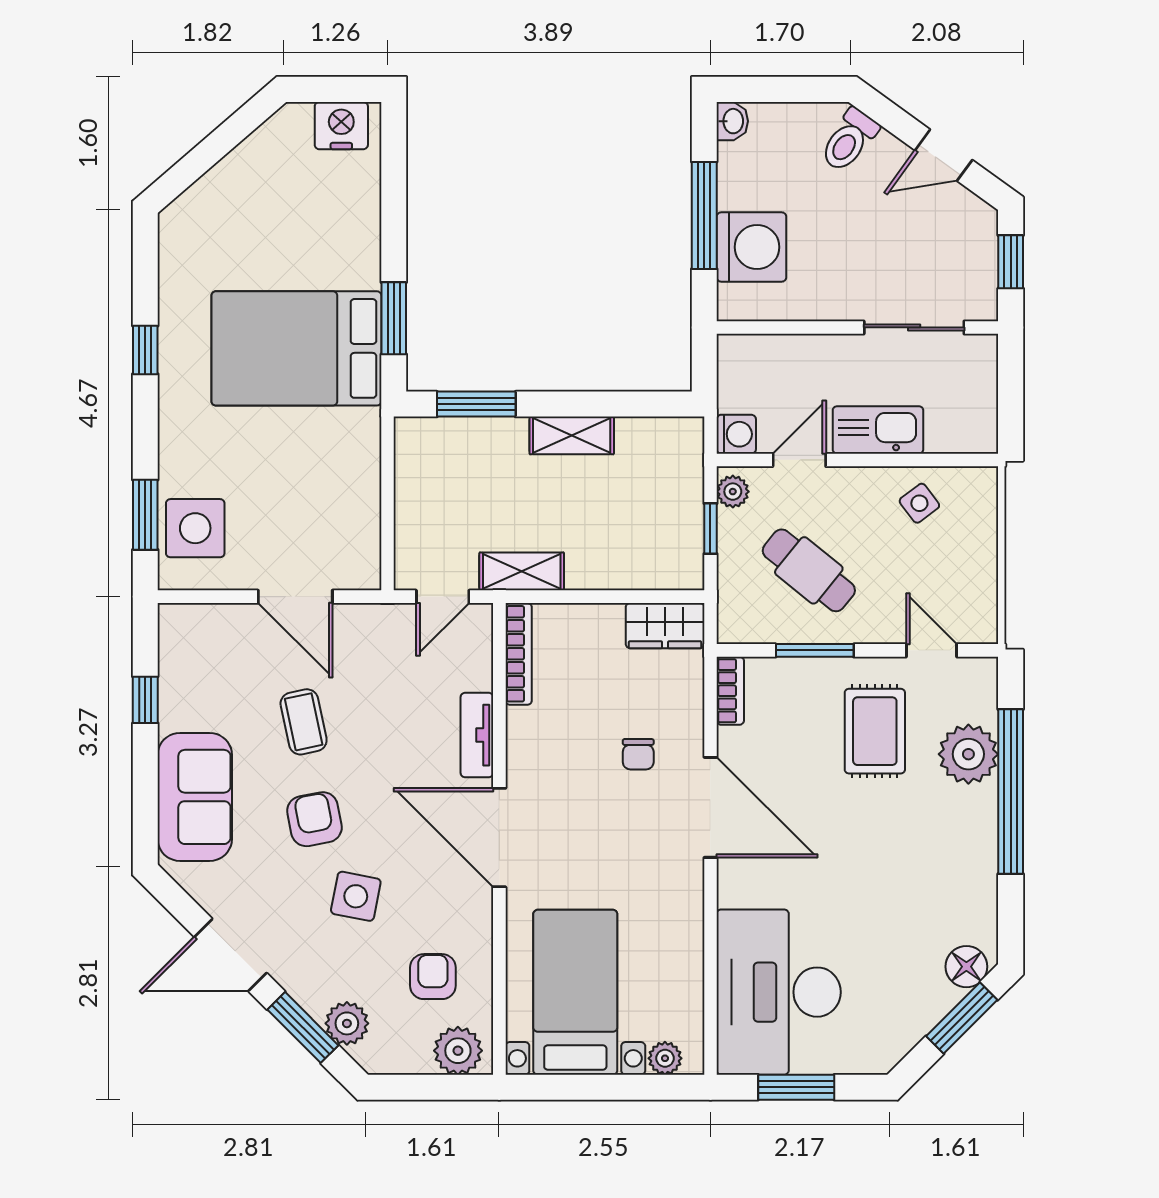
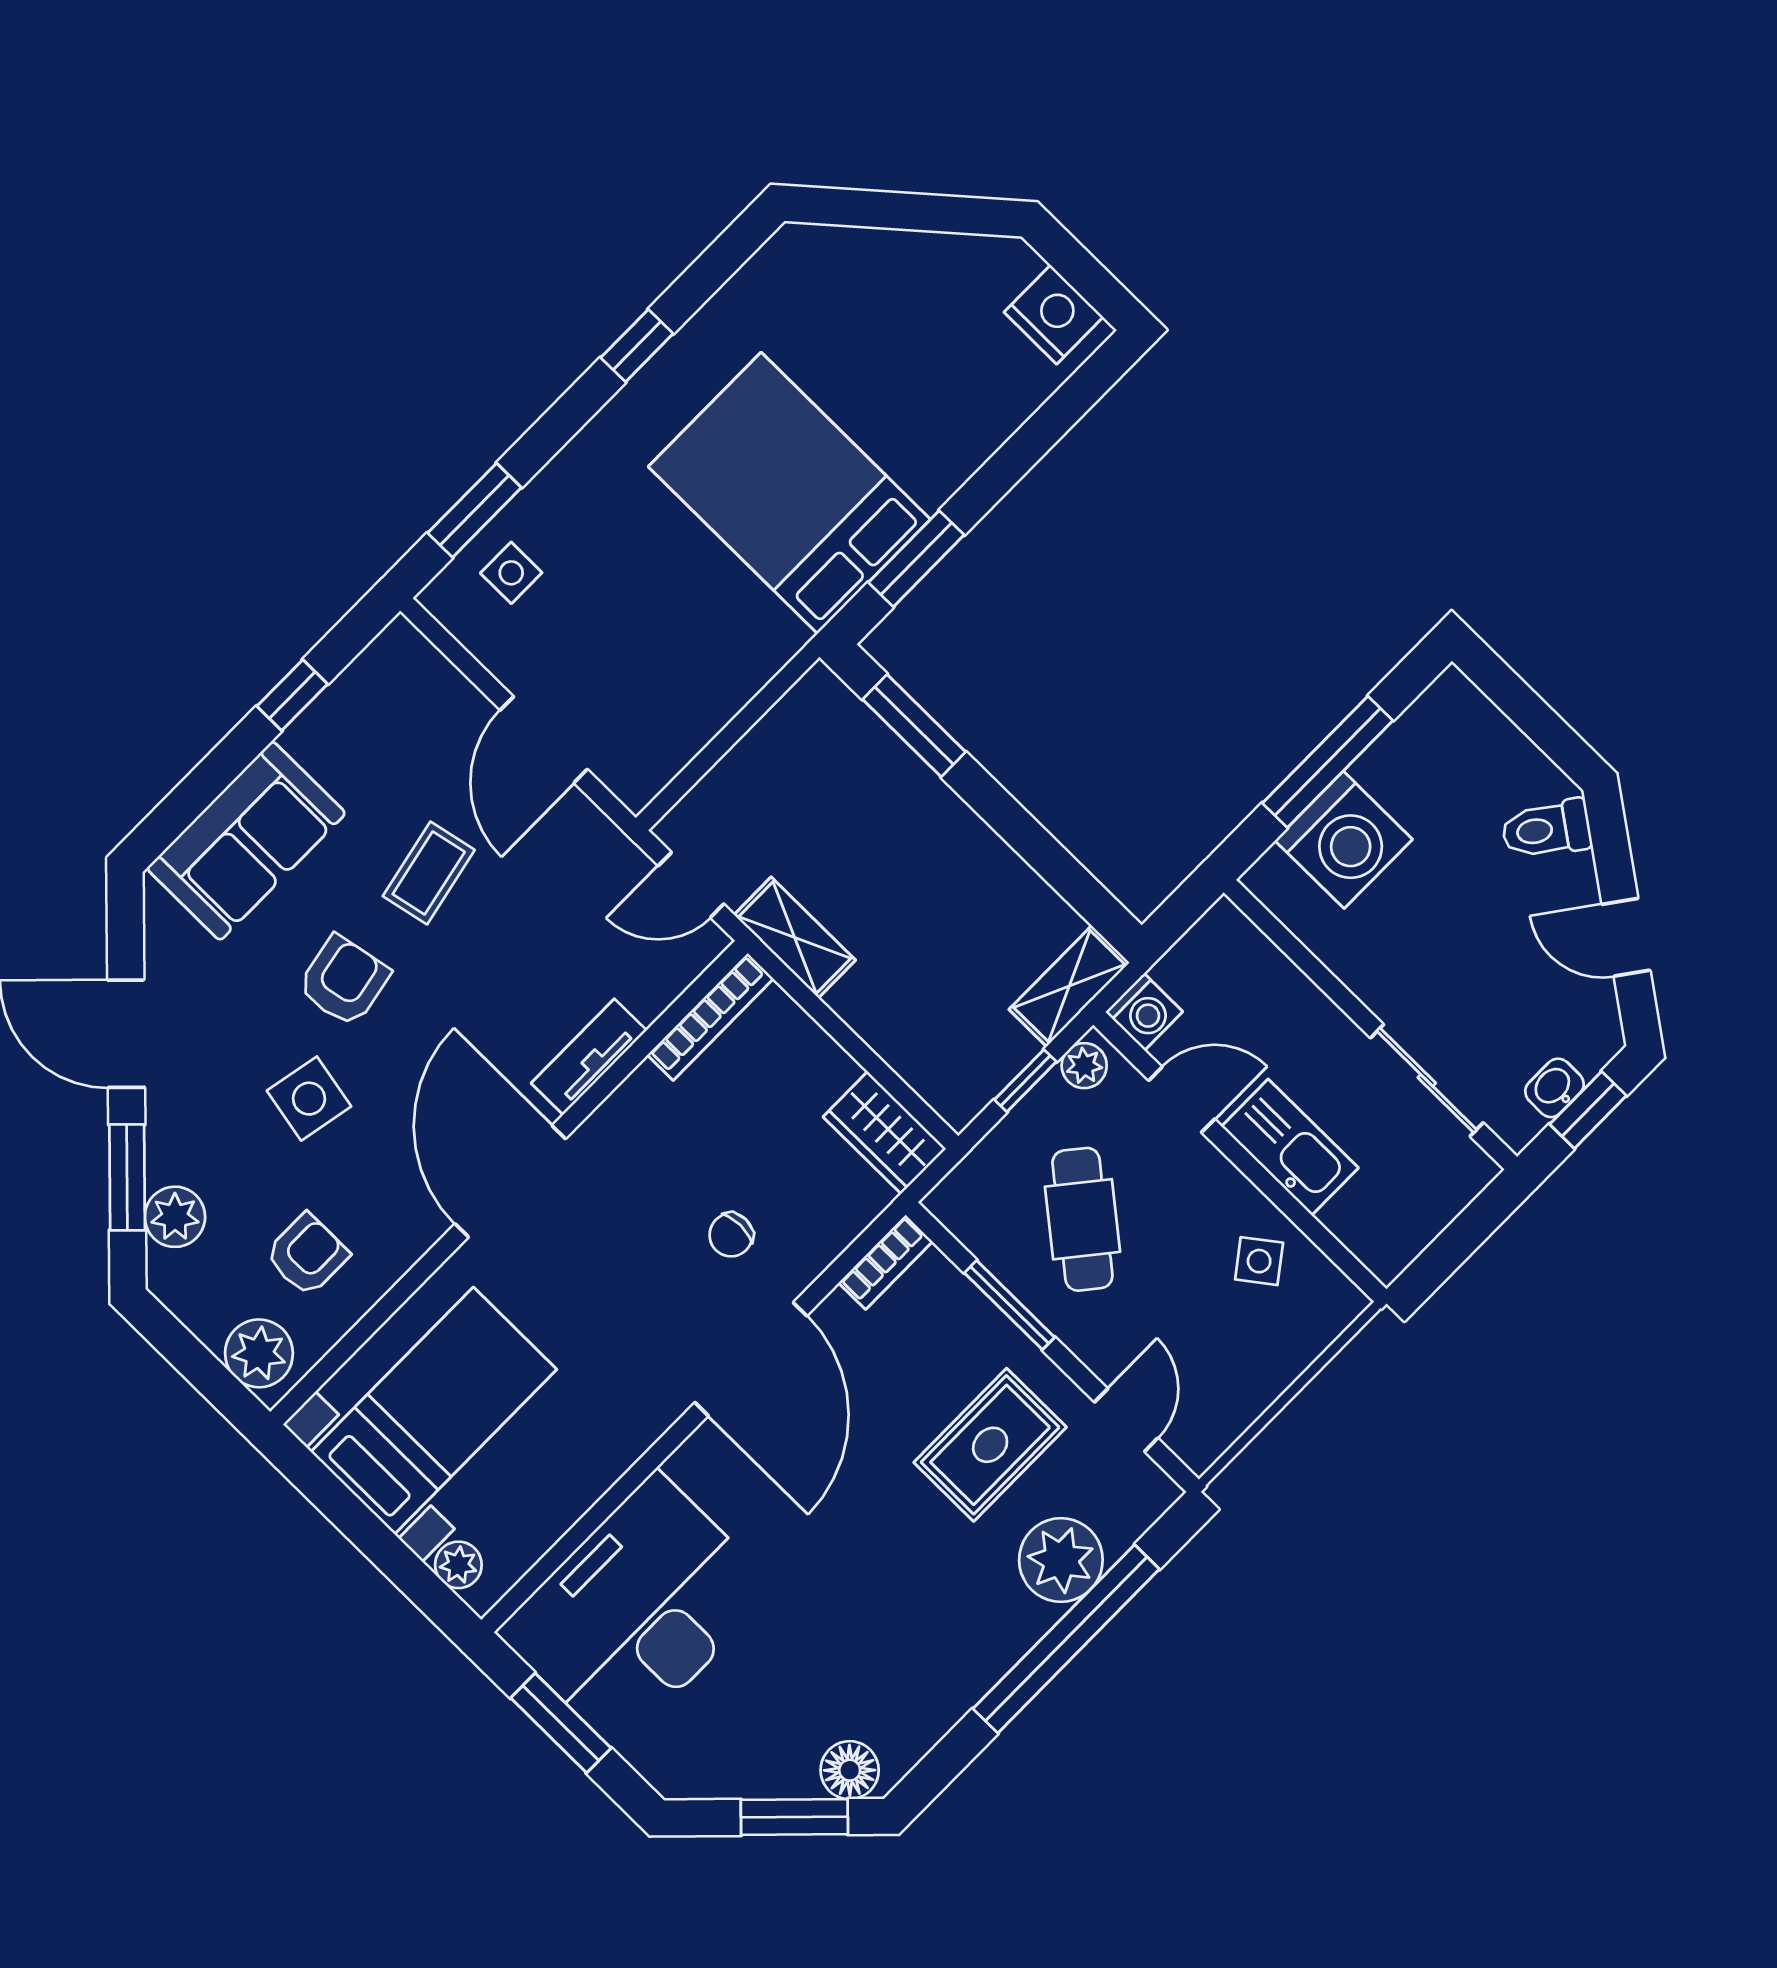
washbasin: (732, 121) -> (1554, 1088), moved, turned 180
shelving: (572, 435) -> (1069, 986), moved, turned 90
side table: (195, 528) -> (511, 573), width x0.54, depth x0.54

